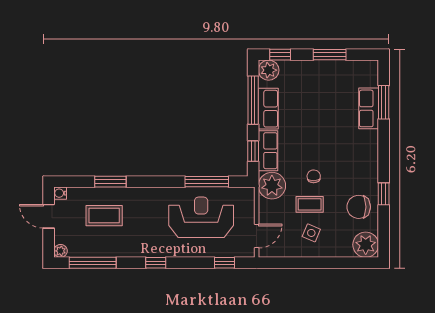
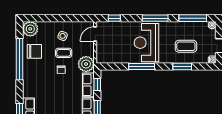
window: (207, 182) -> (142, 66), moved
window: (384, 194) -> (20, 59), width x3.17
reception desk: (201, 217) -> (146, 43), moved, turned 90
window: (156, 263) -> (155, 18), width x2.17

